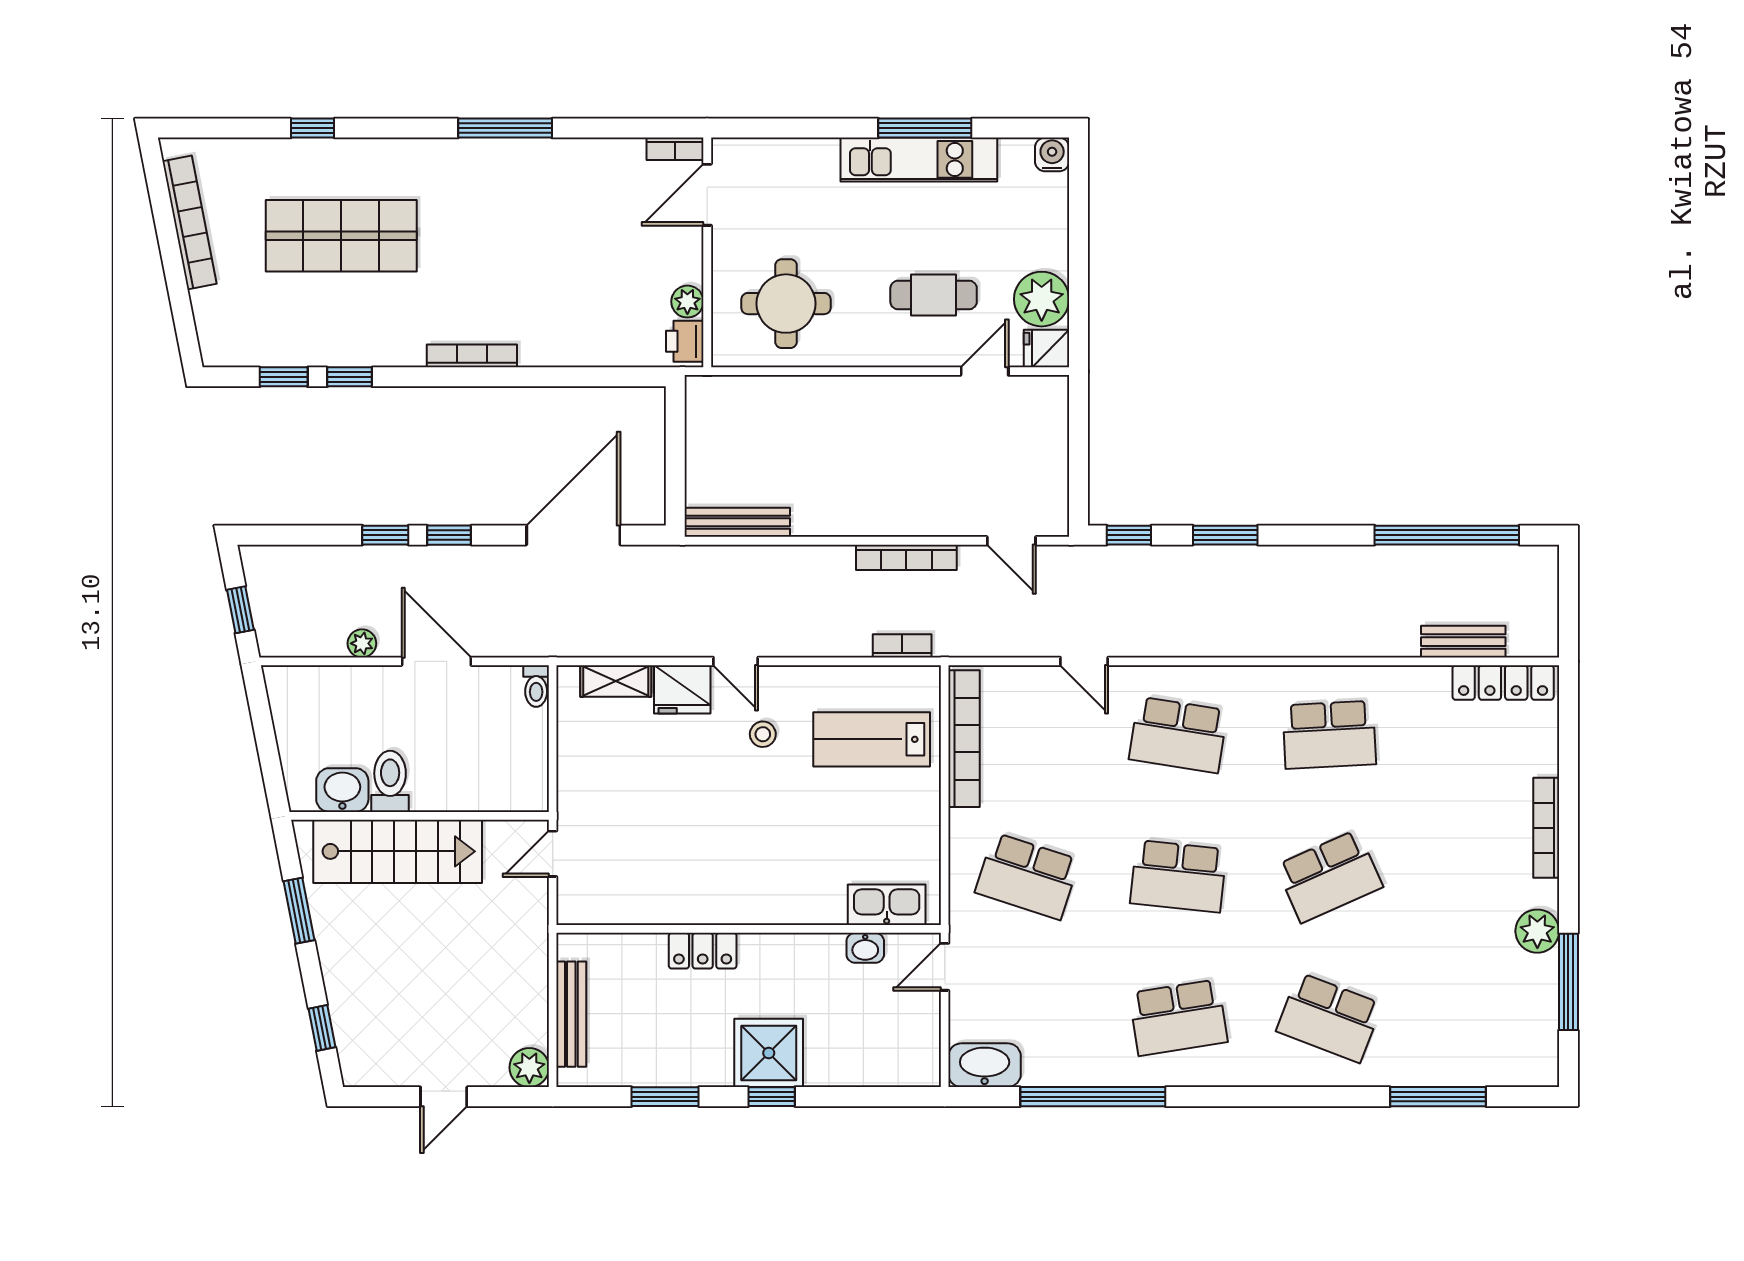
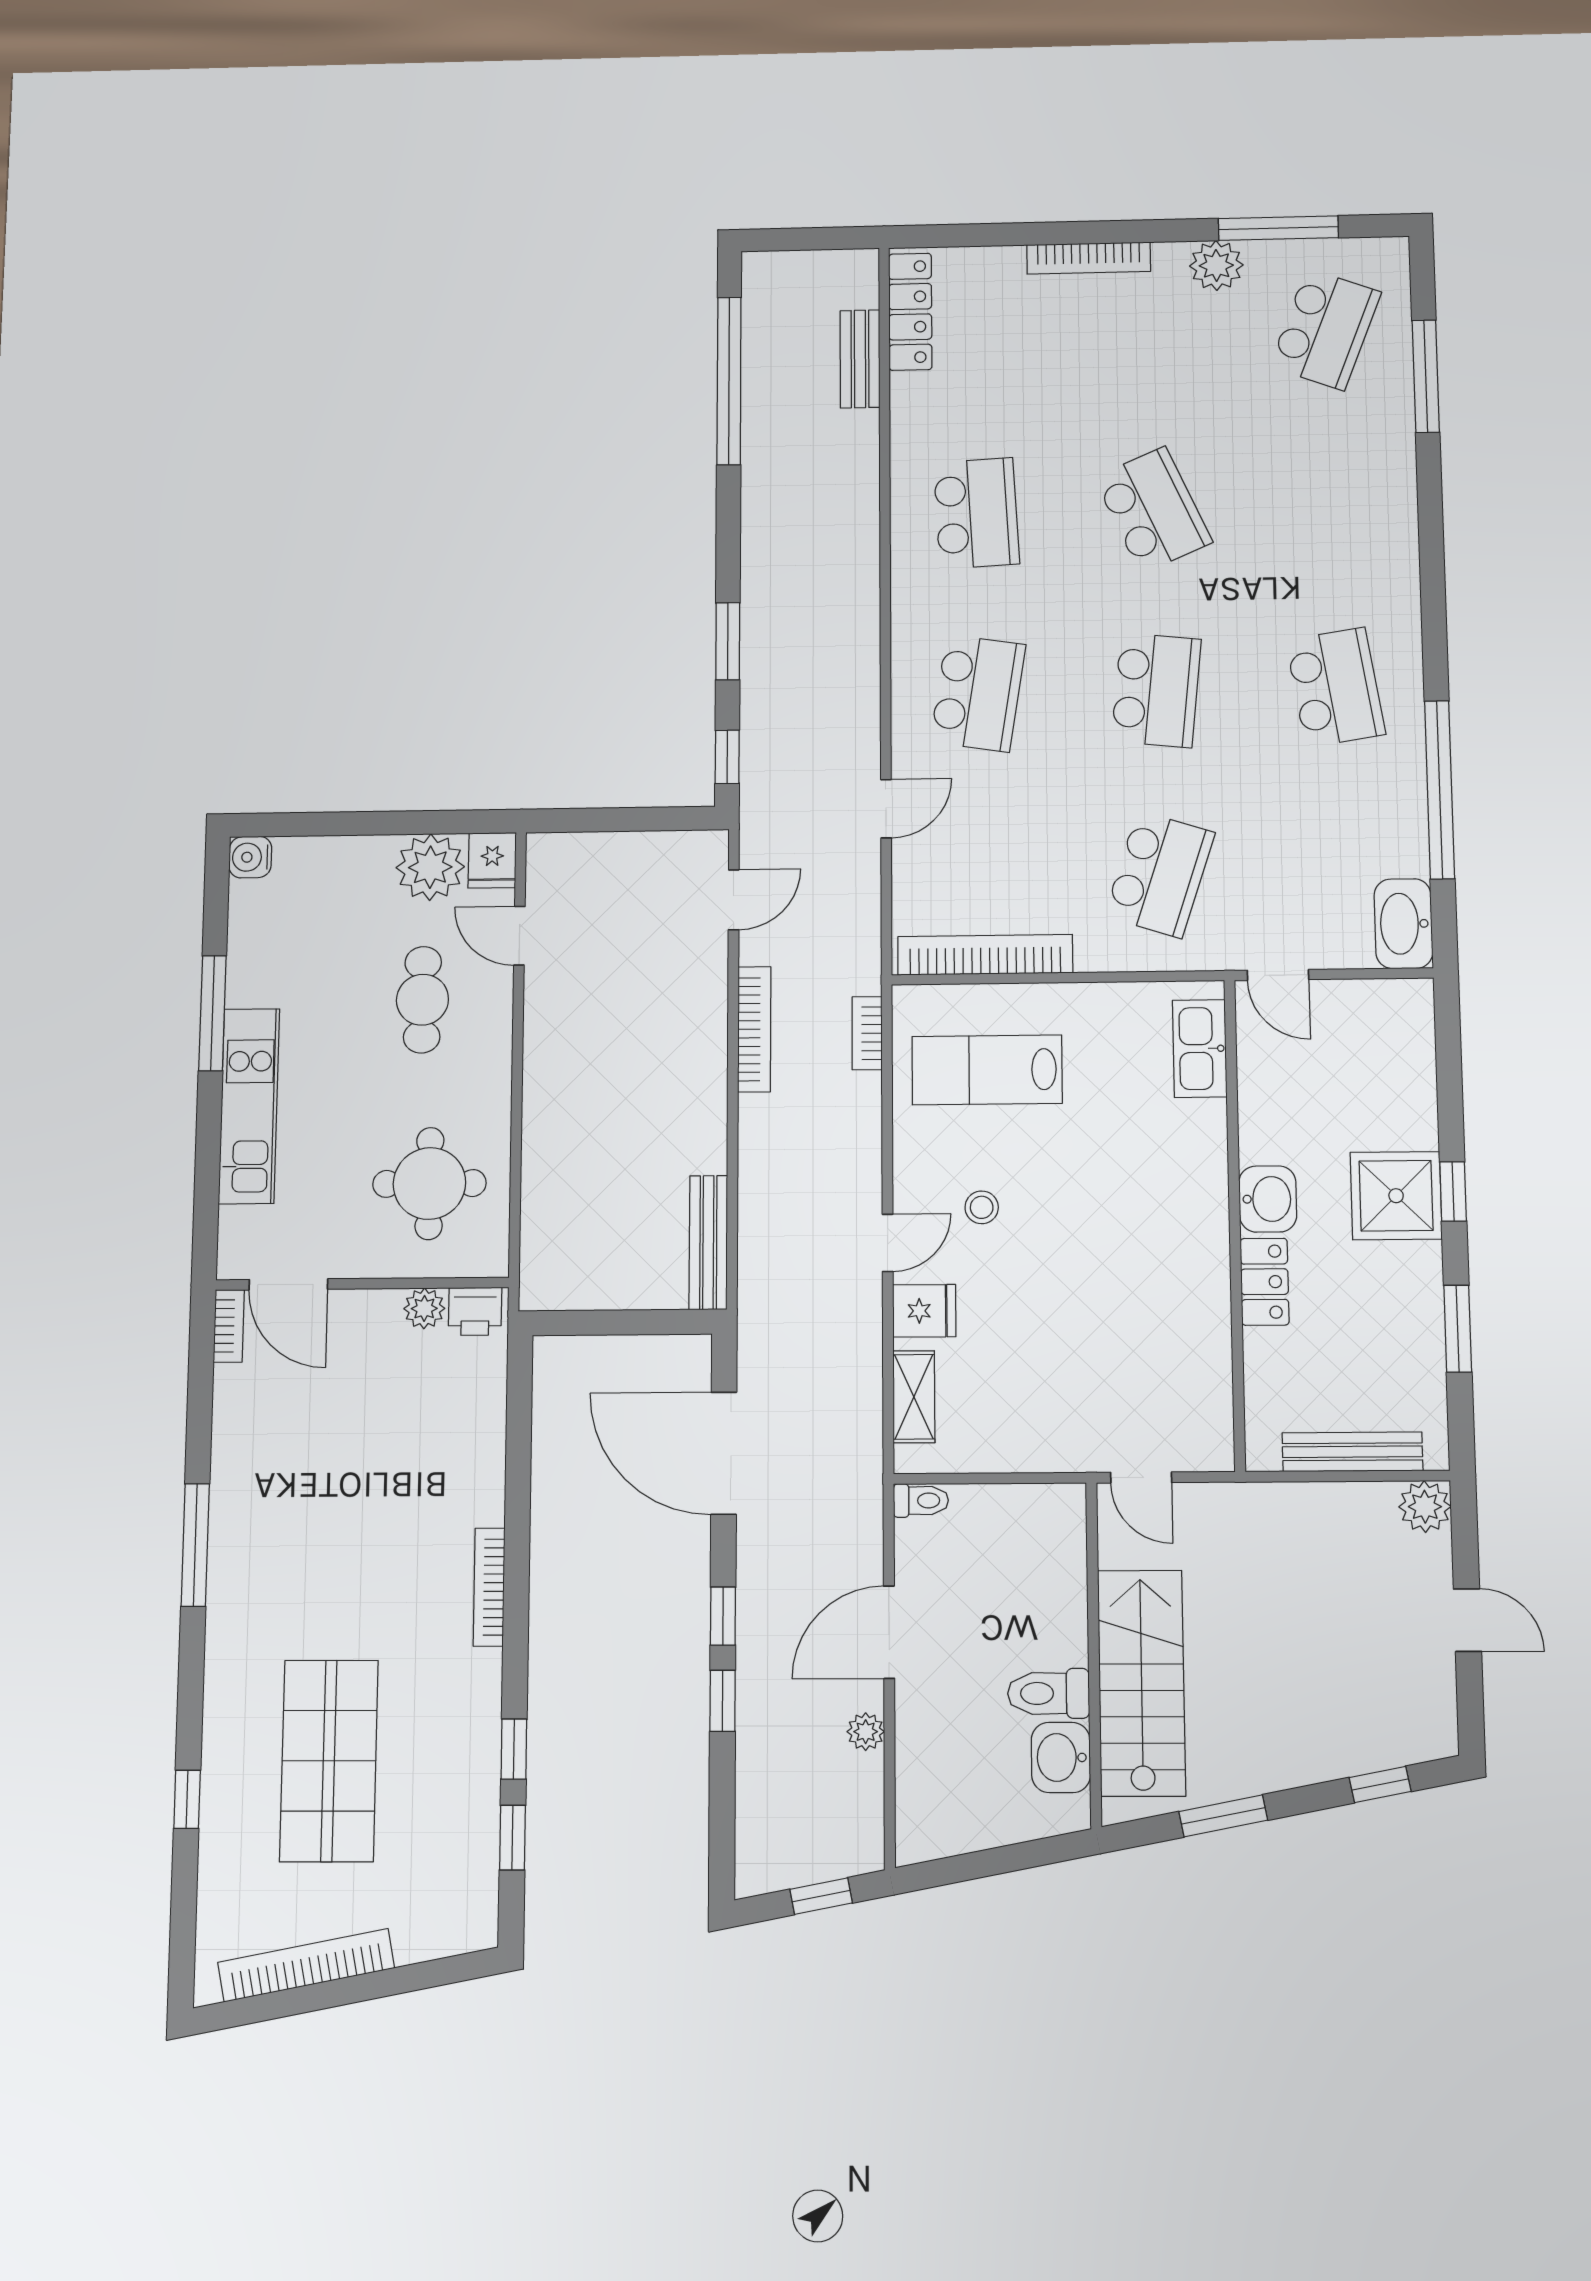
kitchen unit: (919, 159) -> (249, 1106), moved
fridge: (682, 689) -> (924, 1311), width x0.72
lab bench: (872, 739) -> (987, 1070), turned 90
washbasin: (865, 948) -> (1268, 1199), moved, width x1.38, depth x1.45
school desk: (1329, 1018) -> (1325, 329), moved

